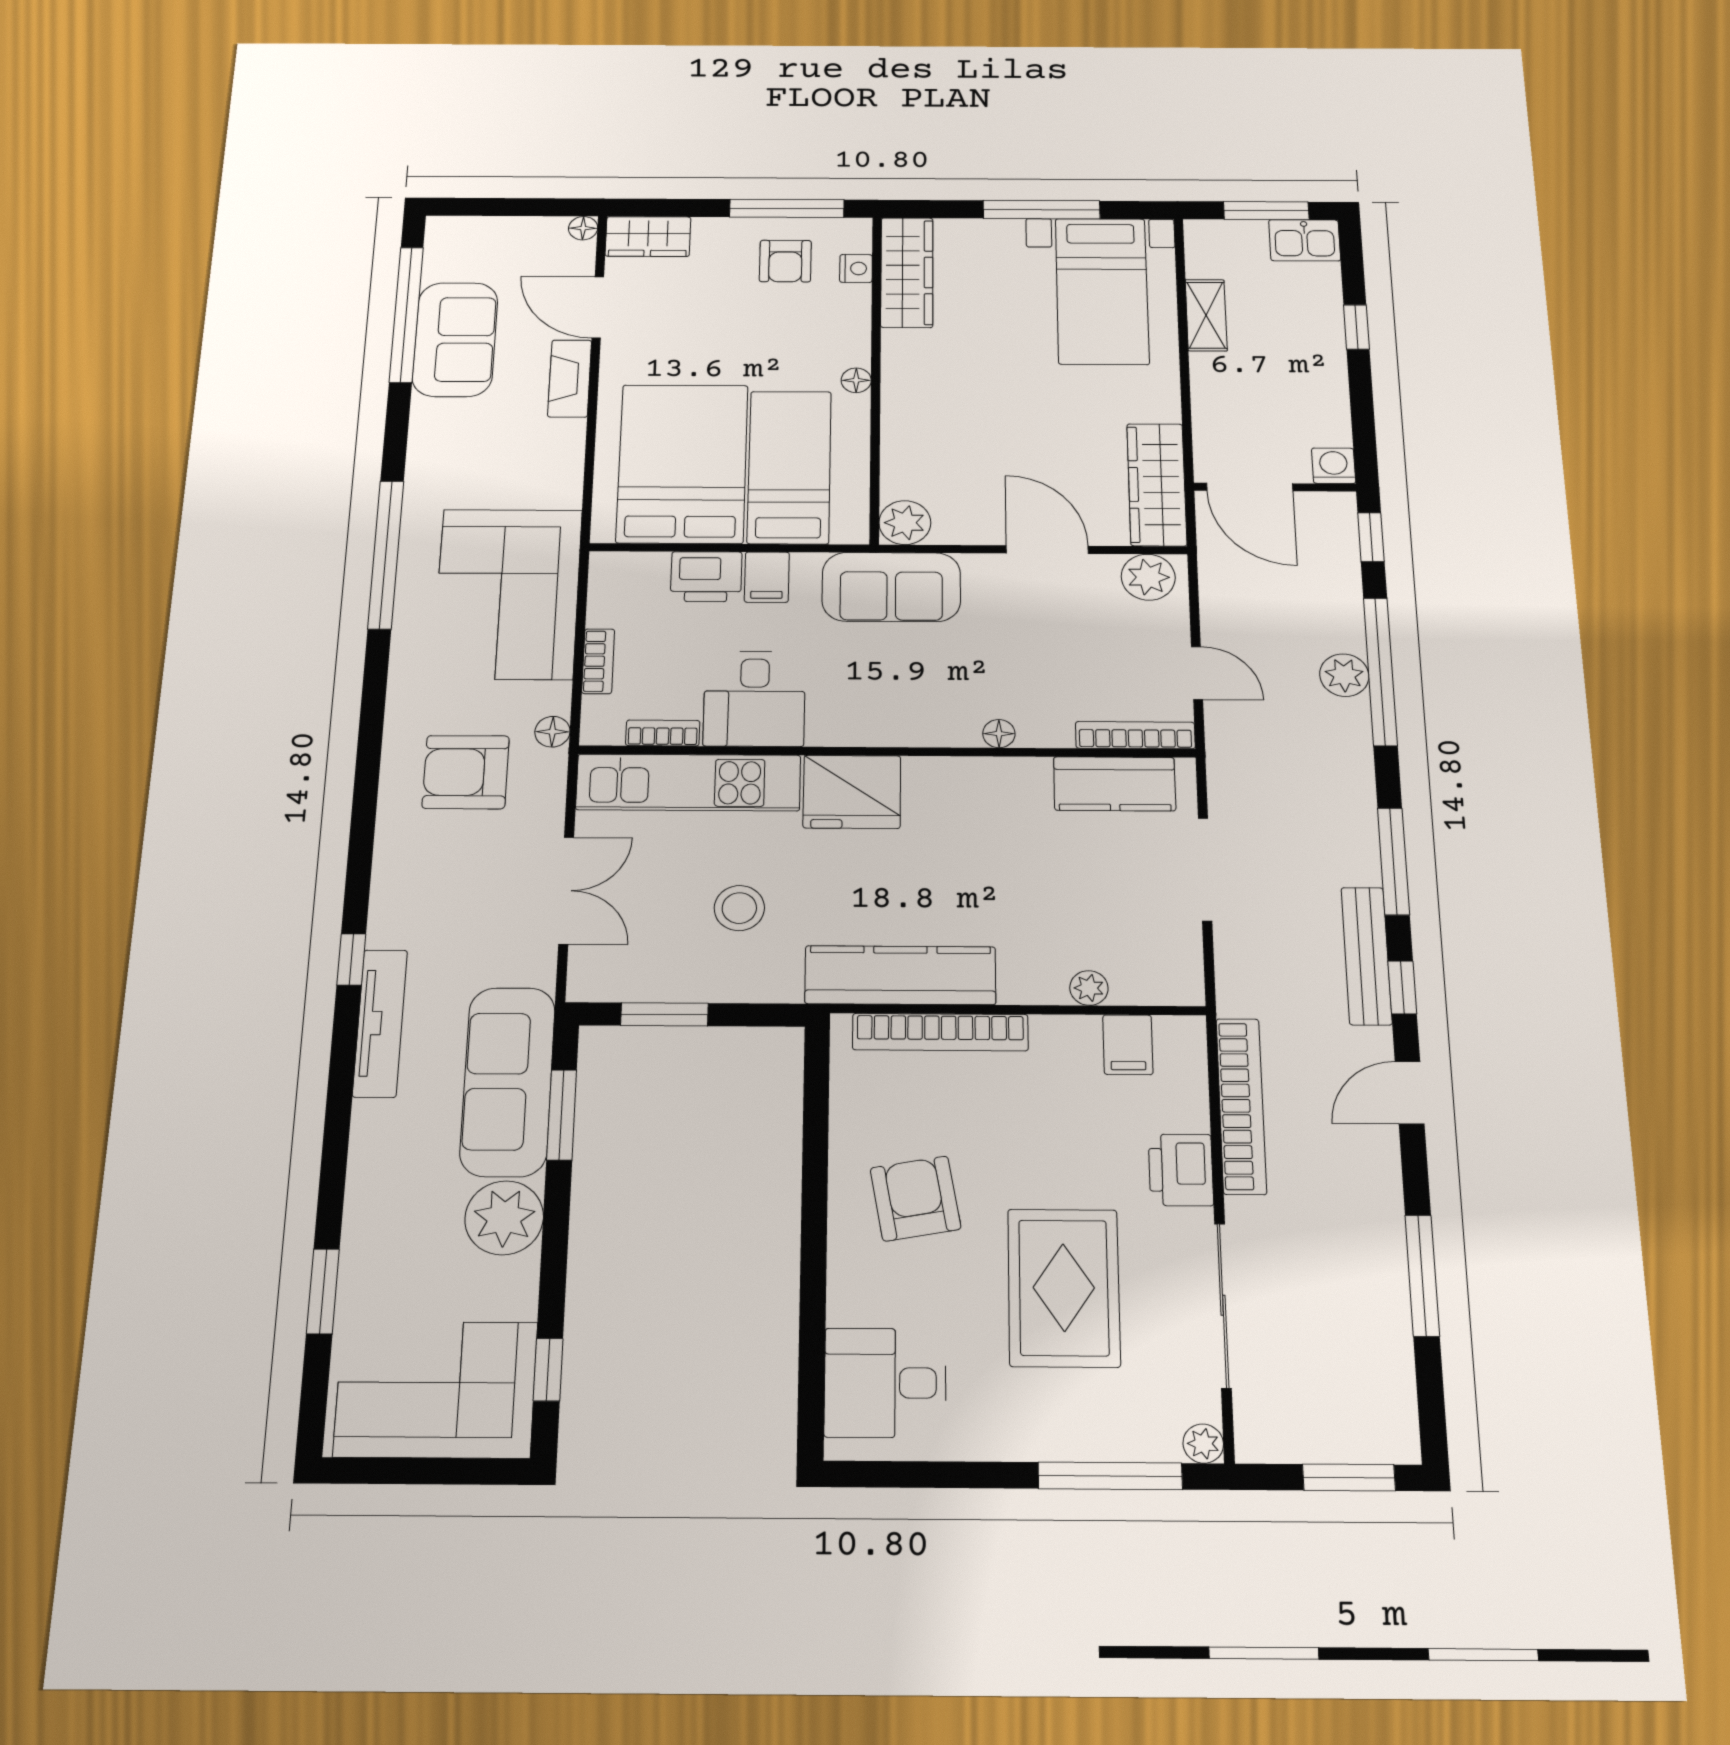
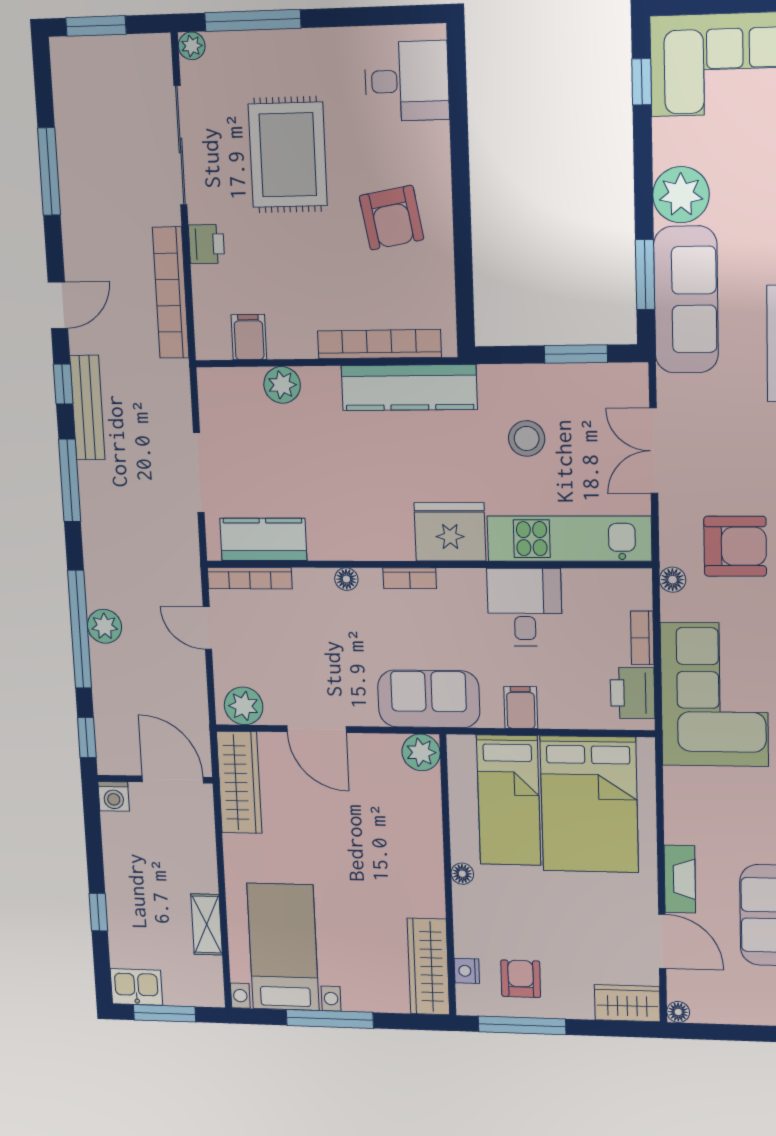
printer: (706, 577) -> (633, 693), moved, turned -90
bookcase: (663, 733) -> (410, 578), moved
plant: (1089, 988) -> (282, 385), width x1.38, depth x1.38
printer: (1181, 1170) -> (207, 244), width x0.73, depth x0.81

